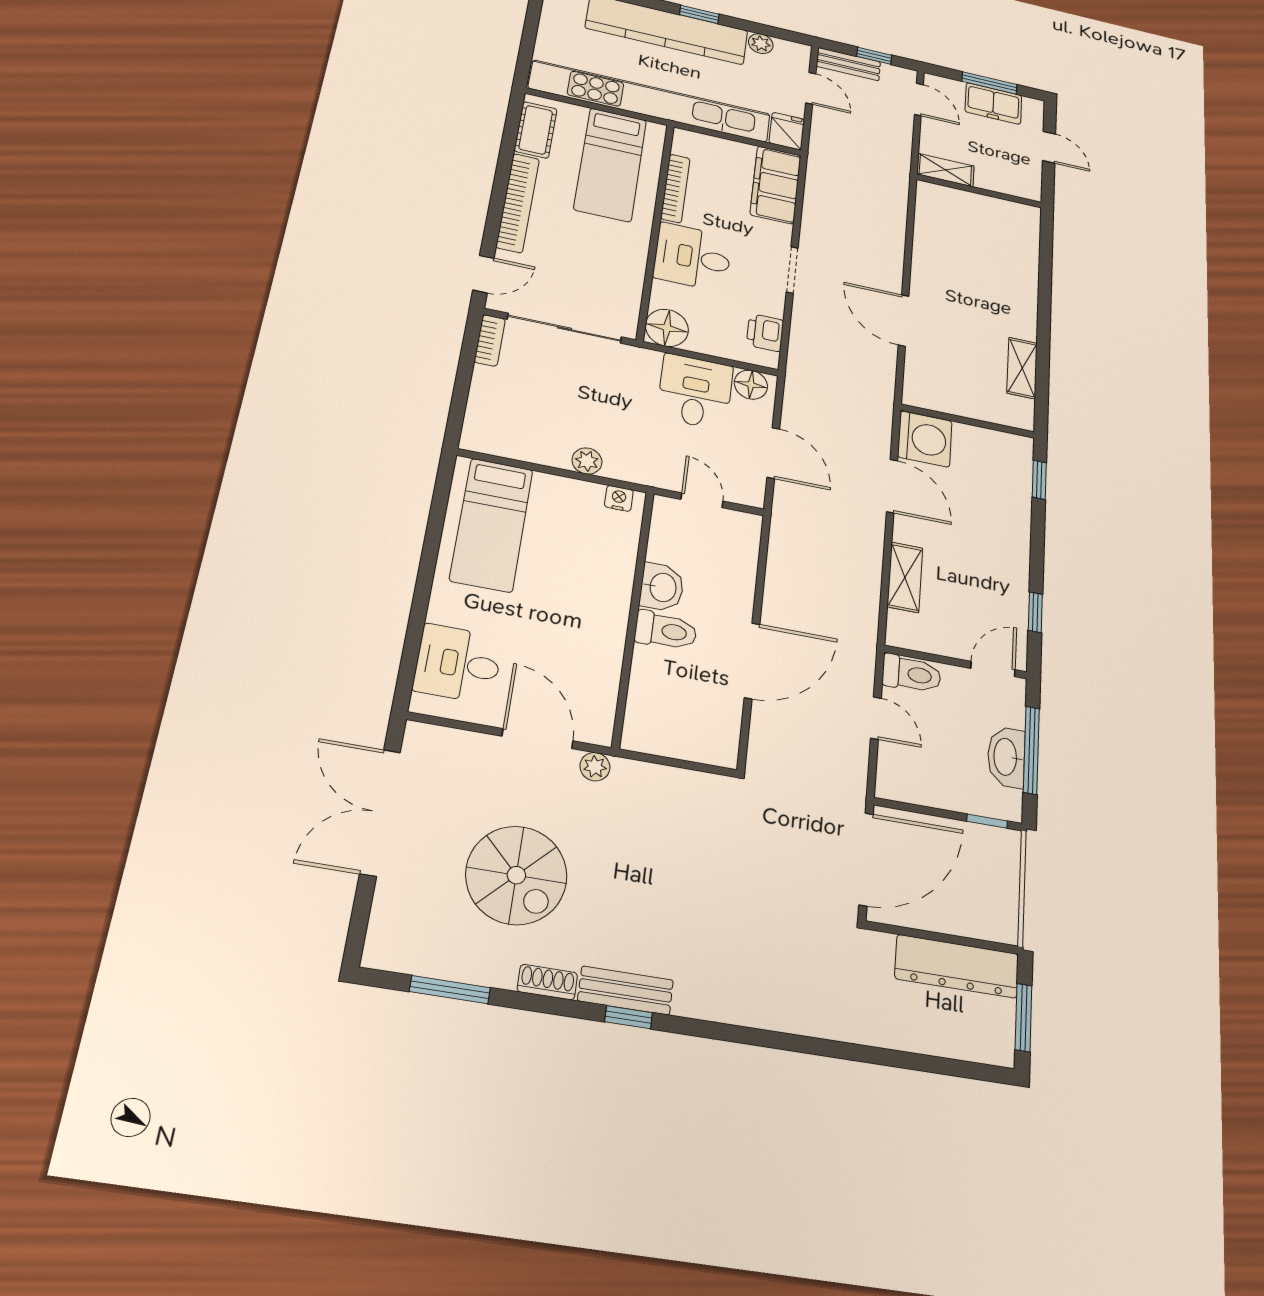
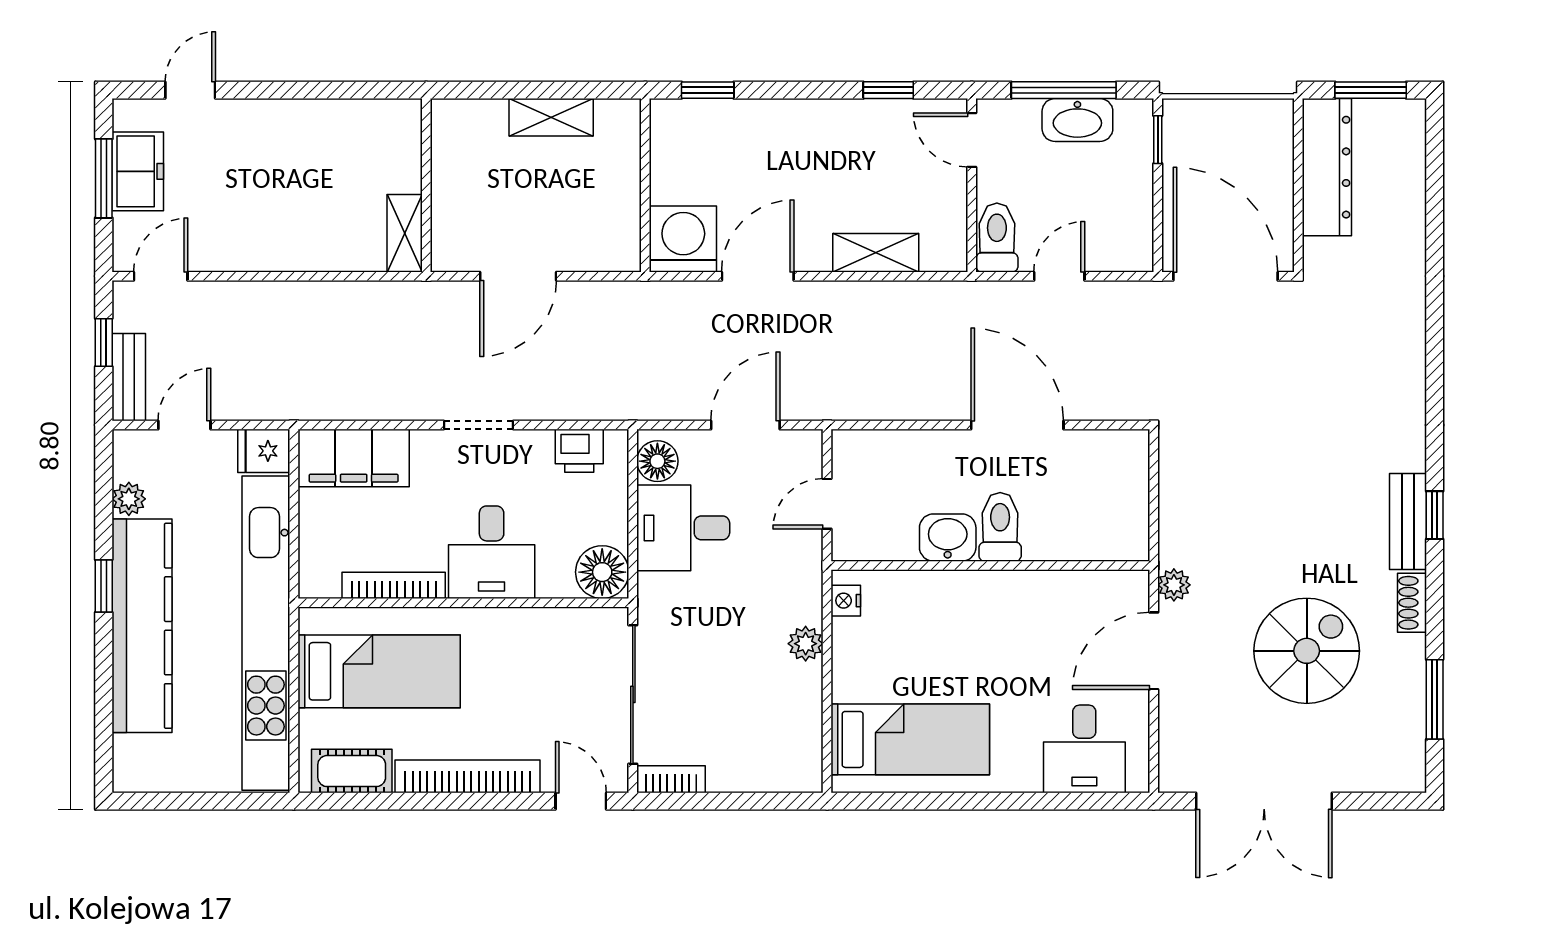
shelving: (945, 170) -> (405, 233), moved
wall: (979, 191) -> (426, 185), moved

